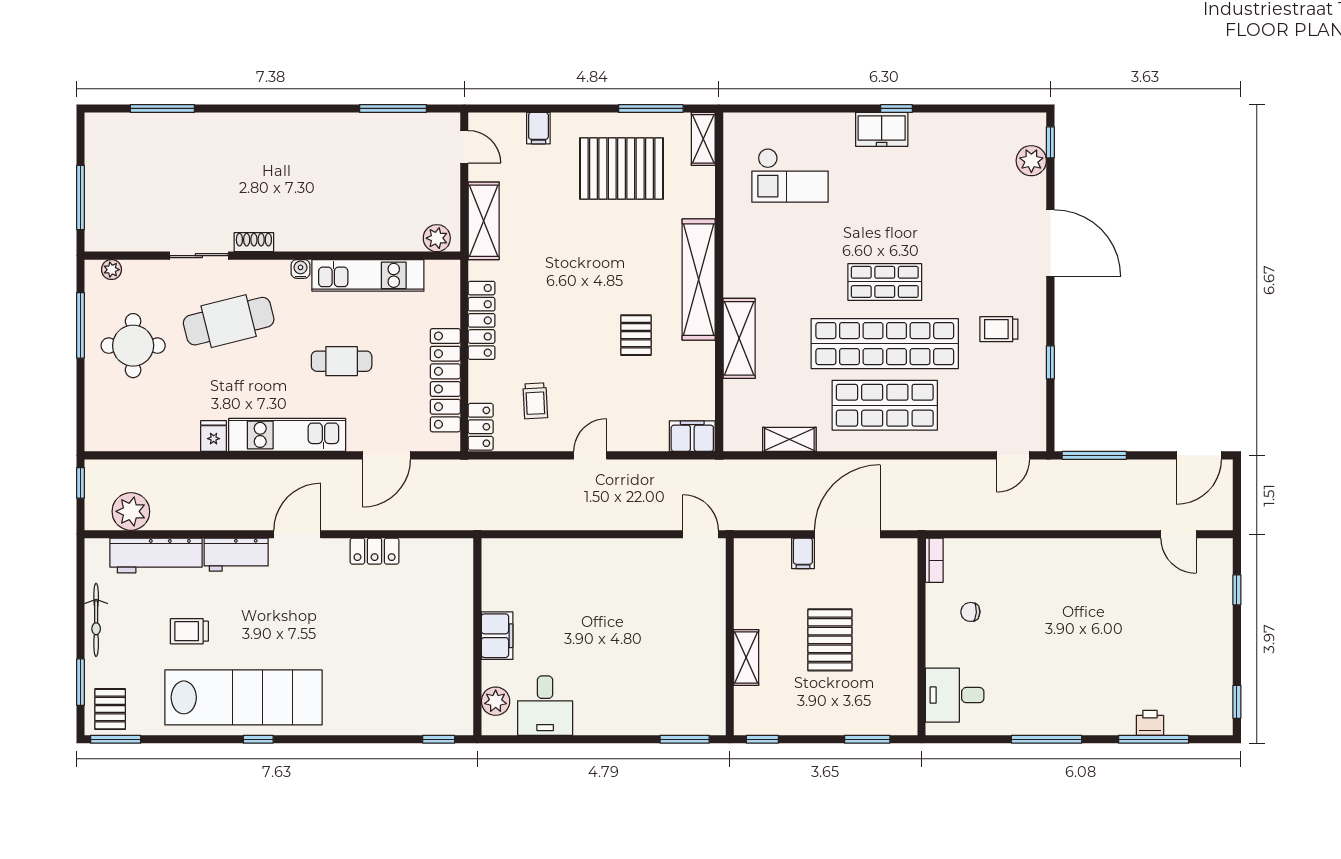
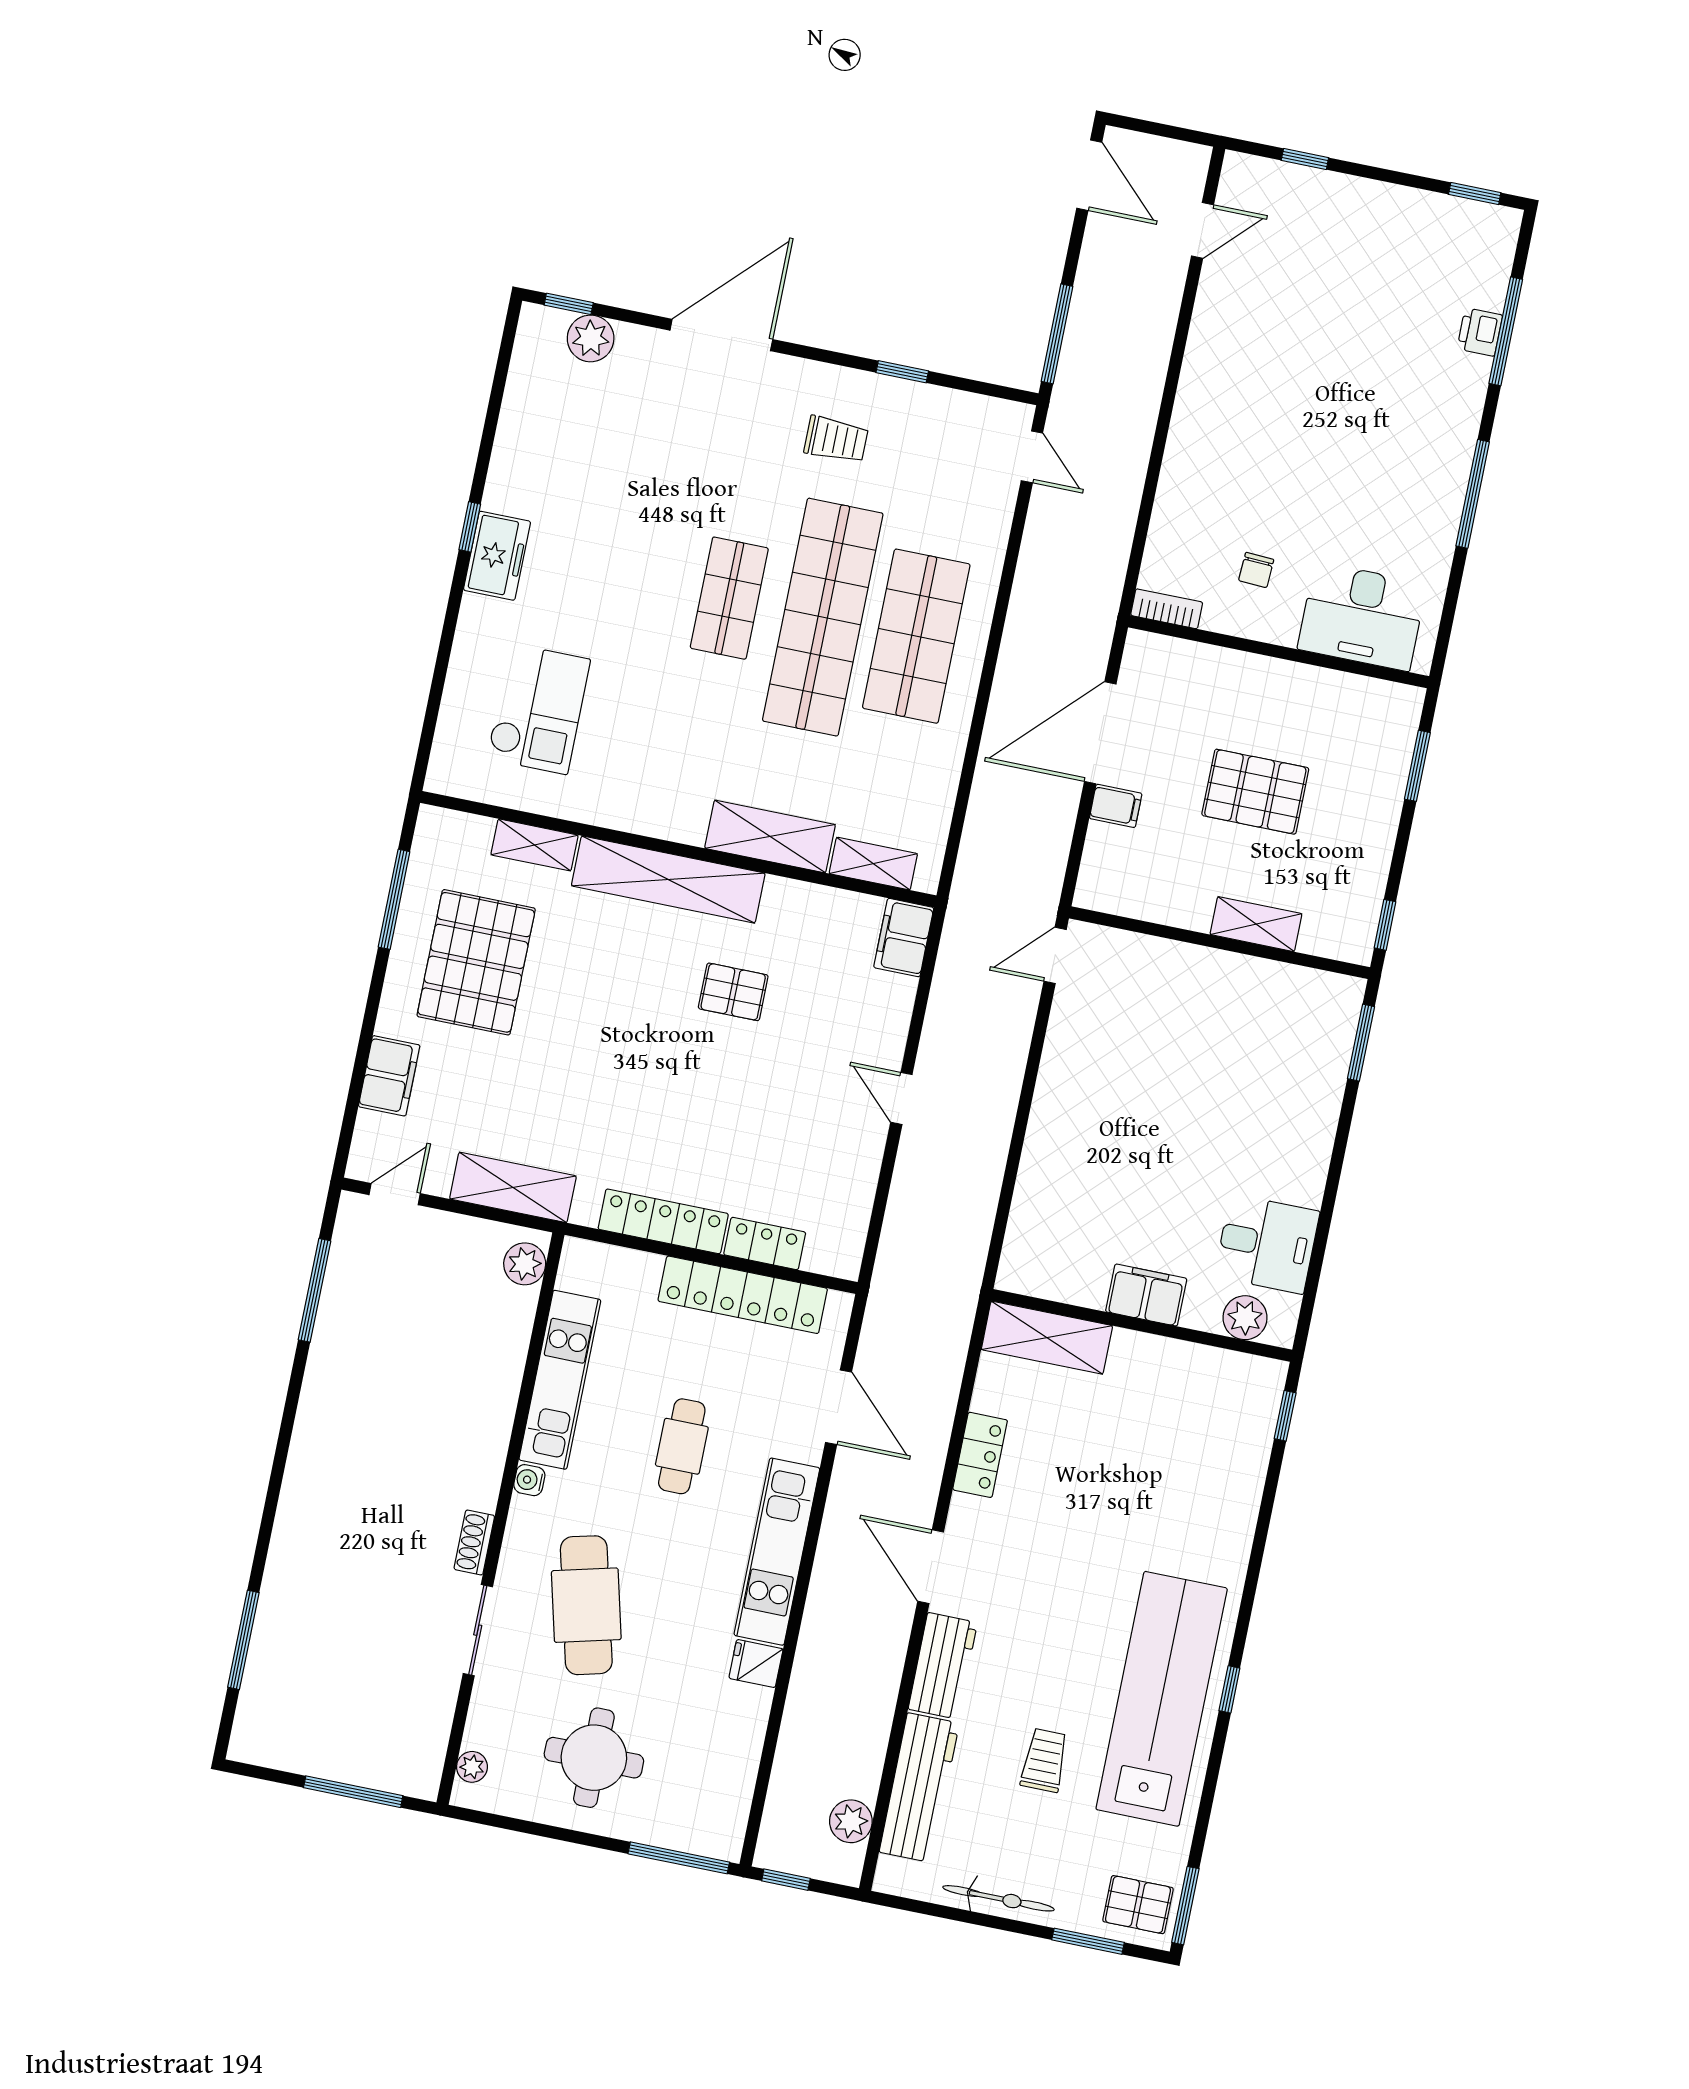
filing cabinet: (538, 128) -> (389, 1076), width x2.00
shelving: (703, 139) -> (534, 845), moved
window: (81, 325) -> (679, 1858), moved
trolley: (999, 329) -> (836, 439), turned -90
trolley: (535, 401) -> (802, 1165), removed
locker: (481, 427) -> (765, 1243), moved
shelving: (789, 439) -> (873, 864), moved, turned 90
plant: (131, 511) -> (851, 1821), width x0.73, depth x0.73
door: (847, 534) -> (1100, 733), hinge flipped
shelving: (457, 578) -> (1047, 1338), added
trolley: (189, 631) -> (1044, 1760), turned 180
desk: (955, 695) -> (1362, 616), width x1.37

